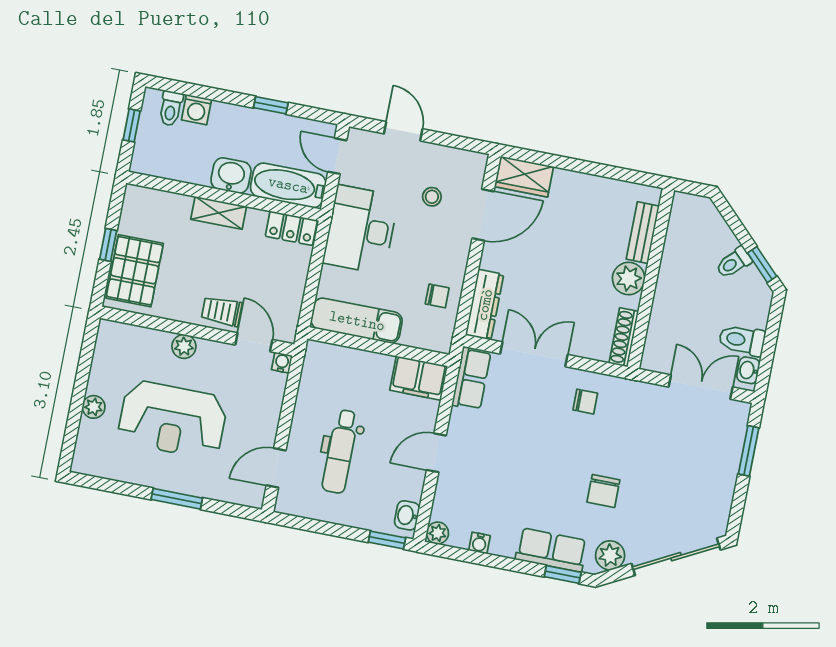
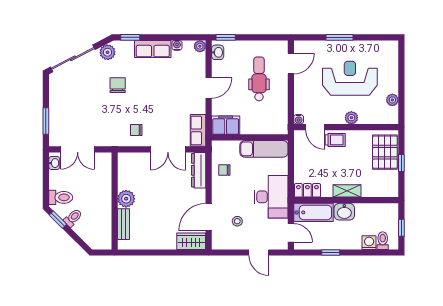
shoe rack: (624, 337) -> (123, 167), removed
toilet: (742, 340) -> (61, 197), moved
plant: (94, 407) -> (392, 100), moved
row of seats: (551, 550) -> (153, 49), moved

